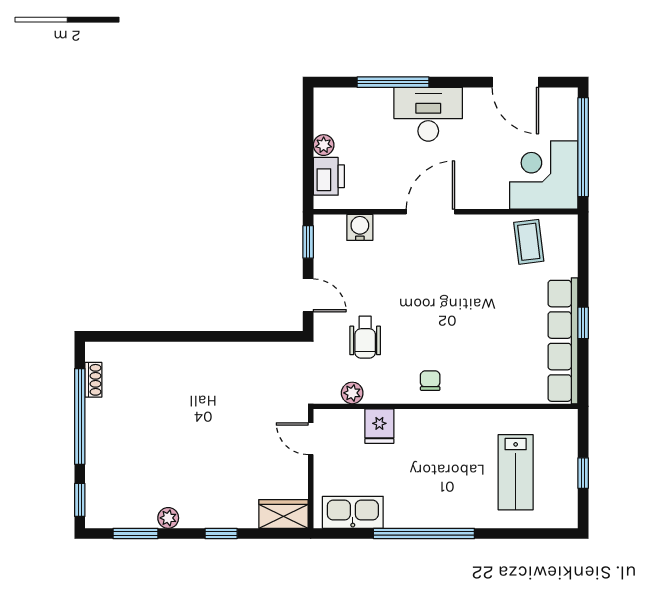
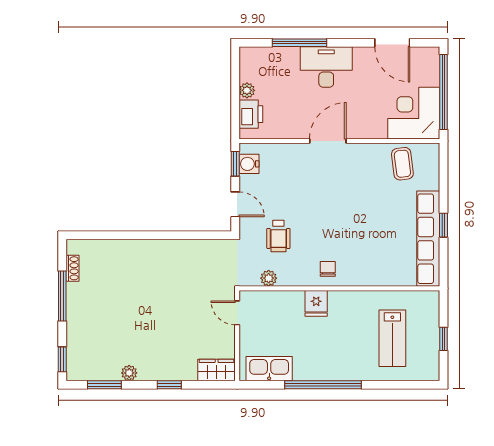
water cooler: (360, 227) -> (249, 164), moved, turned -90
window: (80, 416) -> (62, 296), width x0.68
fridge: (379, 426) -> (316, 303), moved

